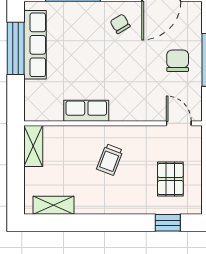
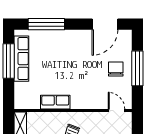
chair: (120, 24) -> (78, 45), removed

